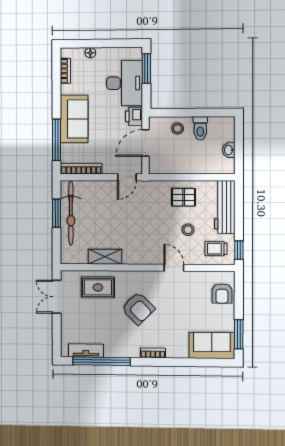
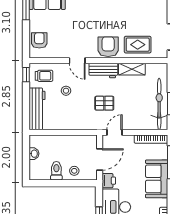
pallet: (184, 197) -> (104, 103), moved
workbench: (141, 255) -> (103, 70), added
armchair: (138, 308) -> (108, 47), moved, turned 45

